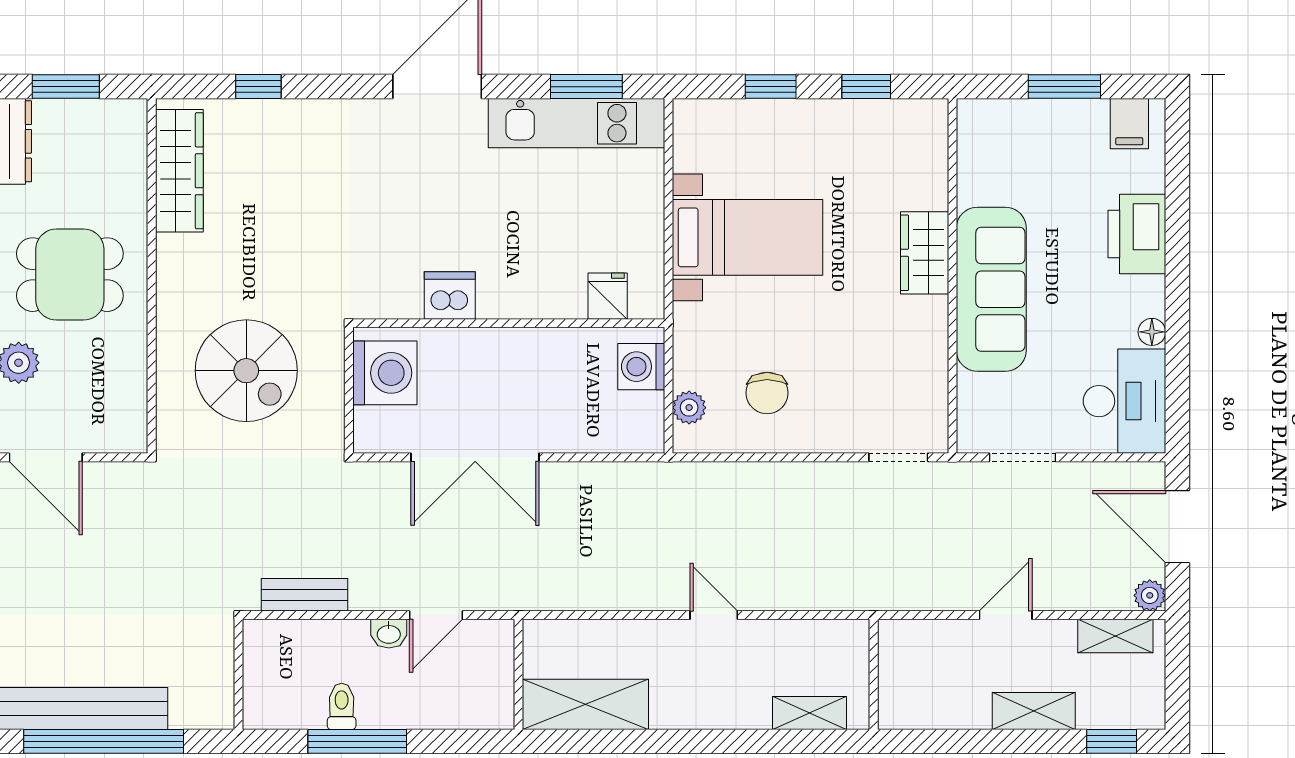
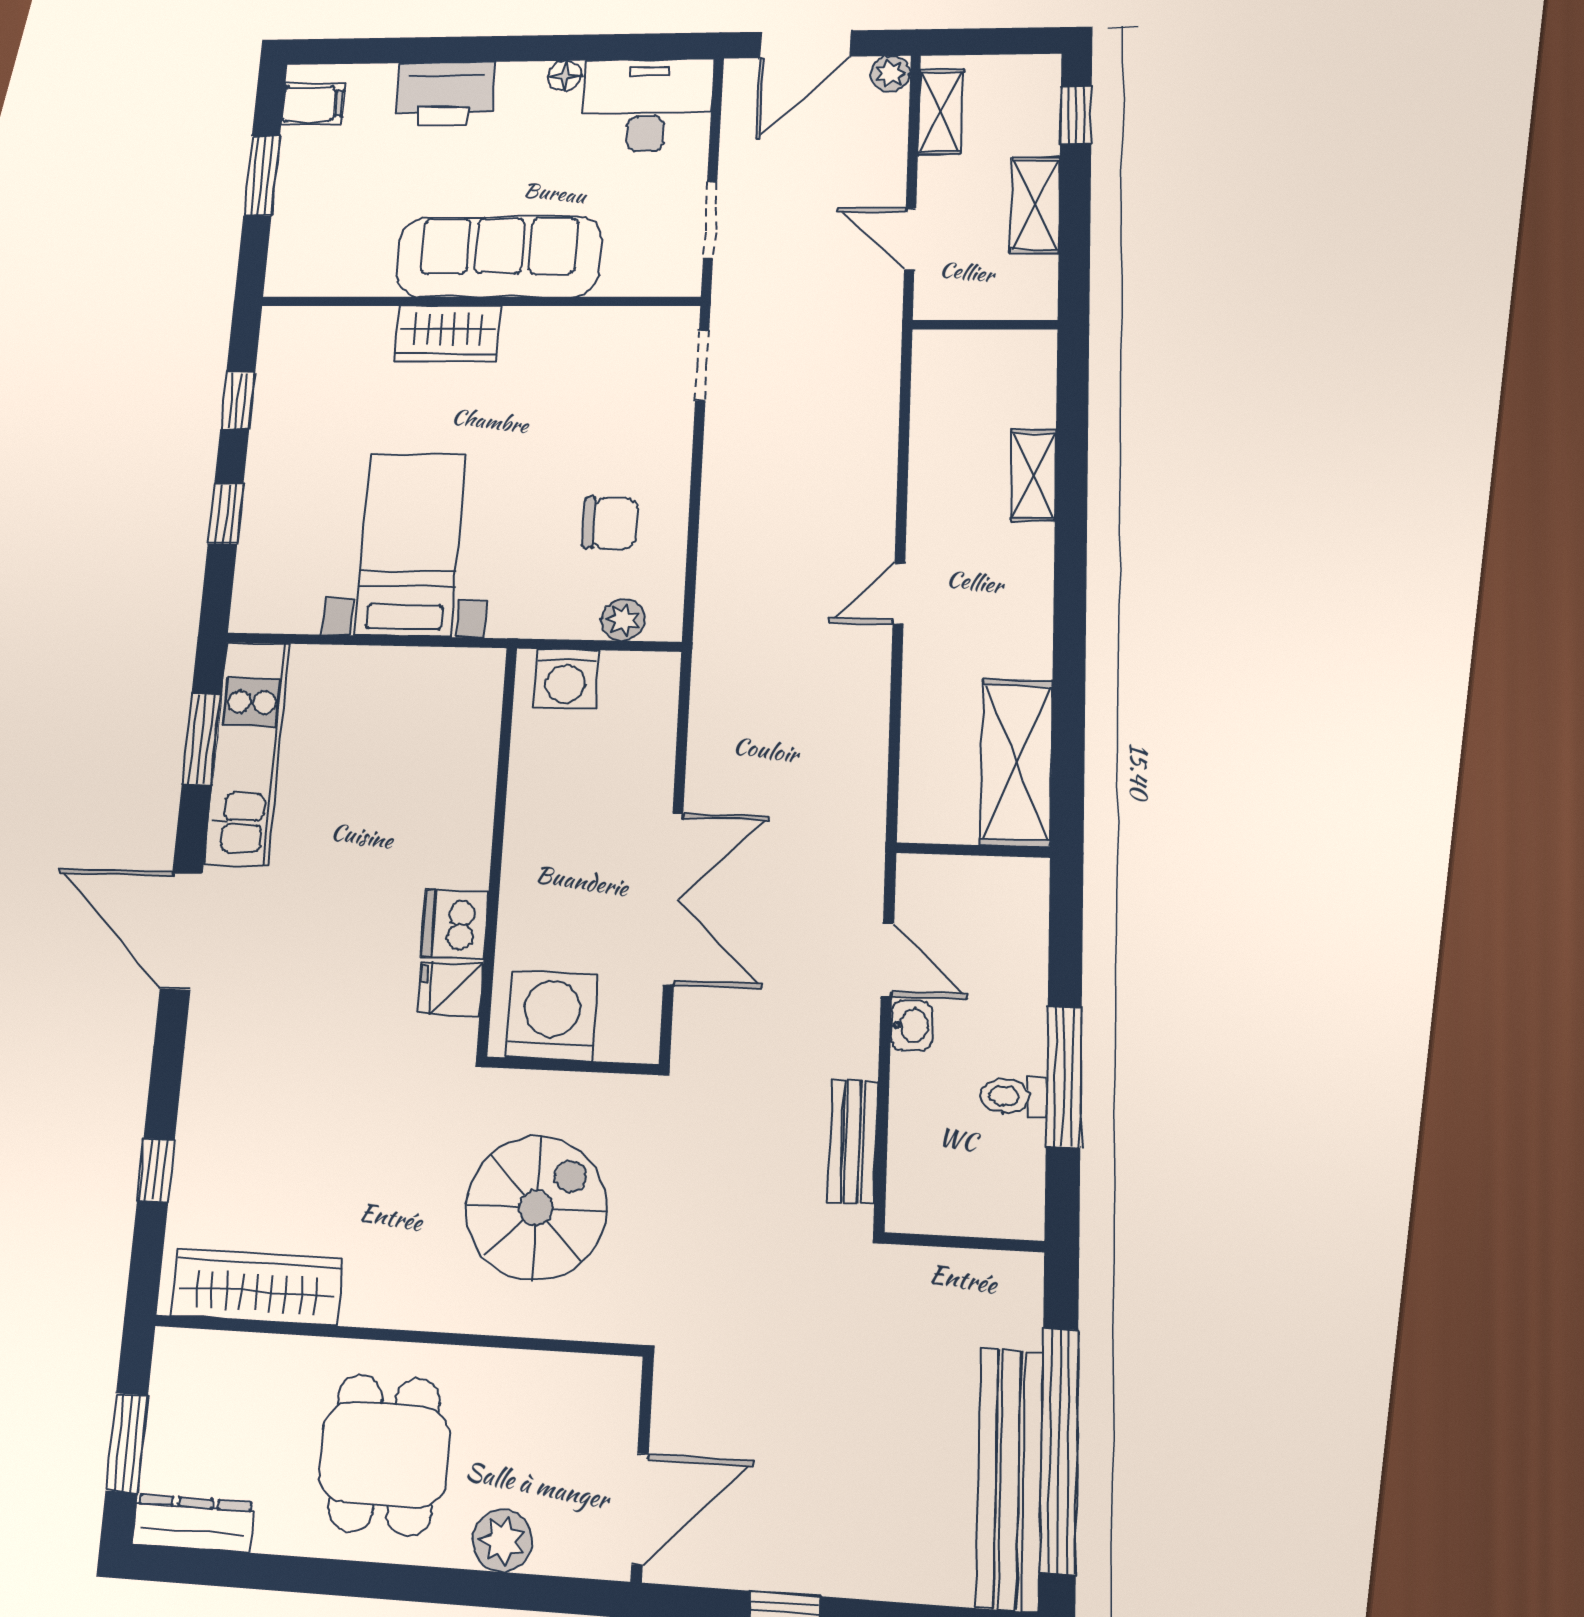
fridge: (608, 296) -> (451, 988), moved
wall: (874, 674) -> (985, 325), moved

